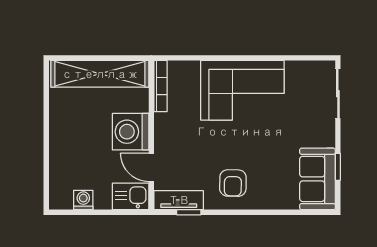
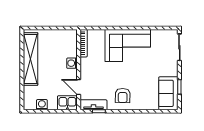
shelving: (100, 74) -> (30, 59), moved, turned 90
washing machine: (131, 132) -> (72, 63), width x0.53, depth x0.53

